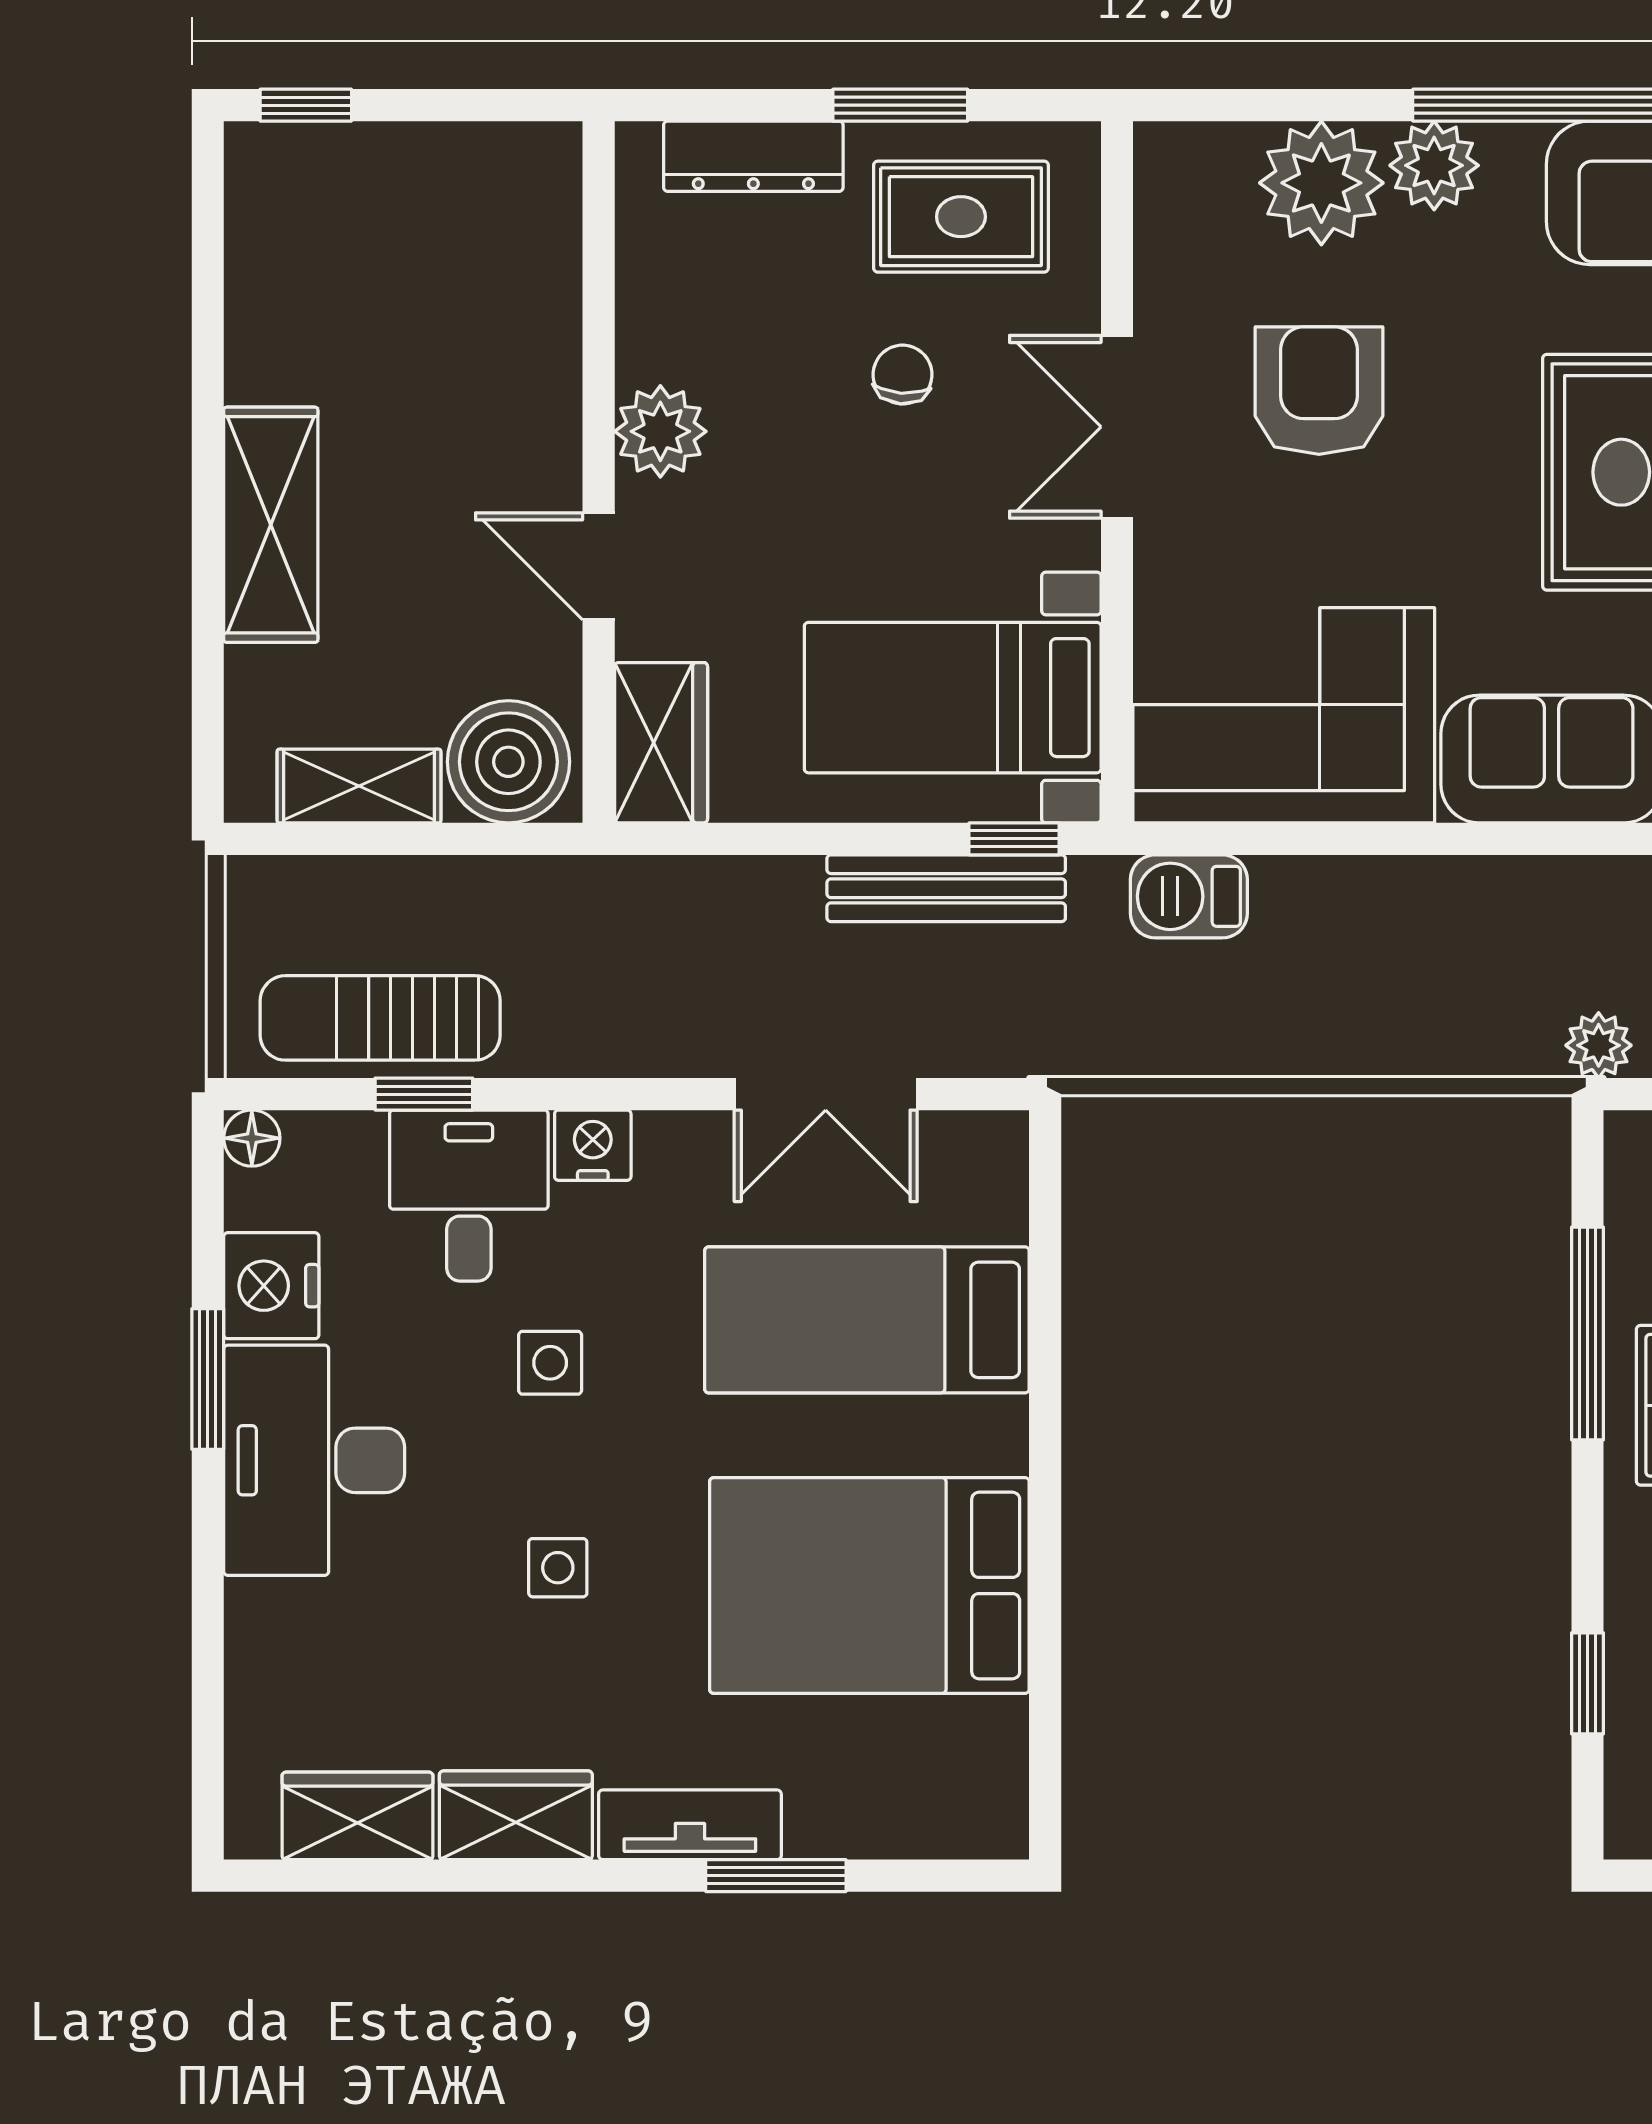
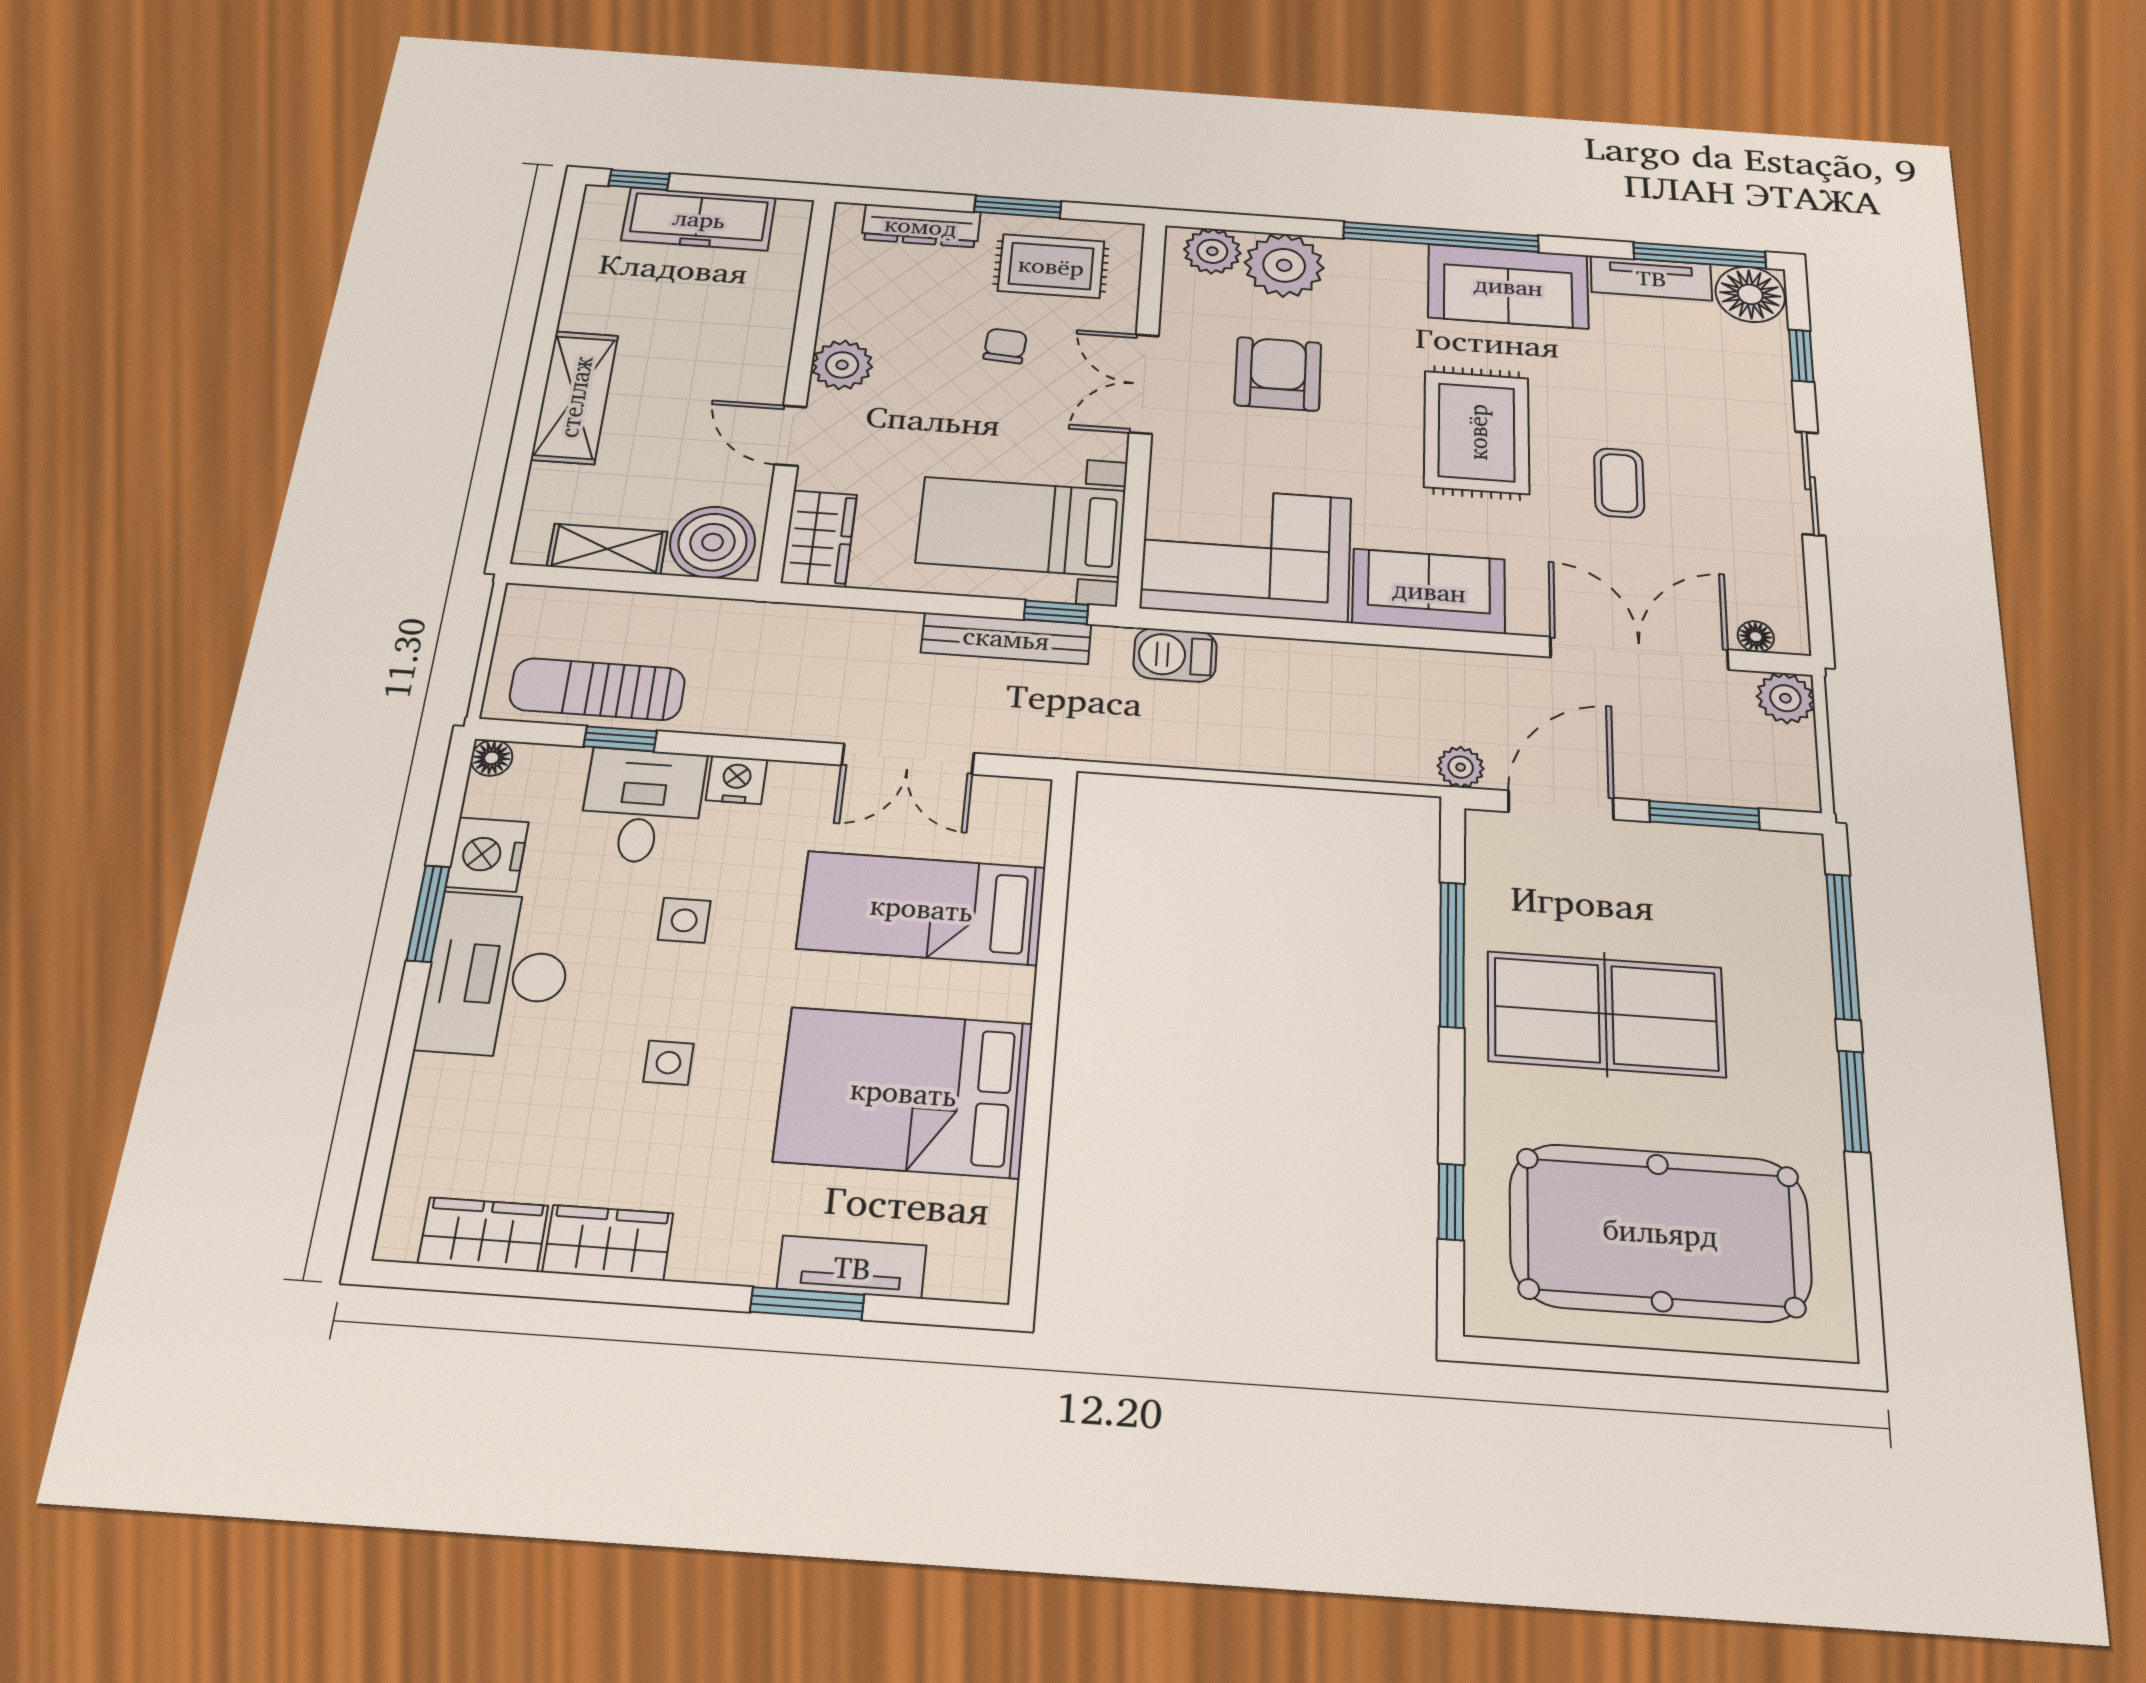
plant: (1434, 165) -> (1212, 251), moved
freezer: (409, 174) -> (699, 219), added
tv unit: (690, 1825) -> (852, 1267), moved

